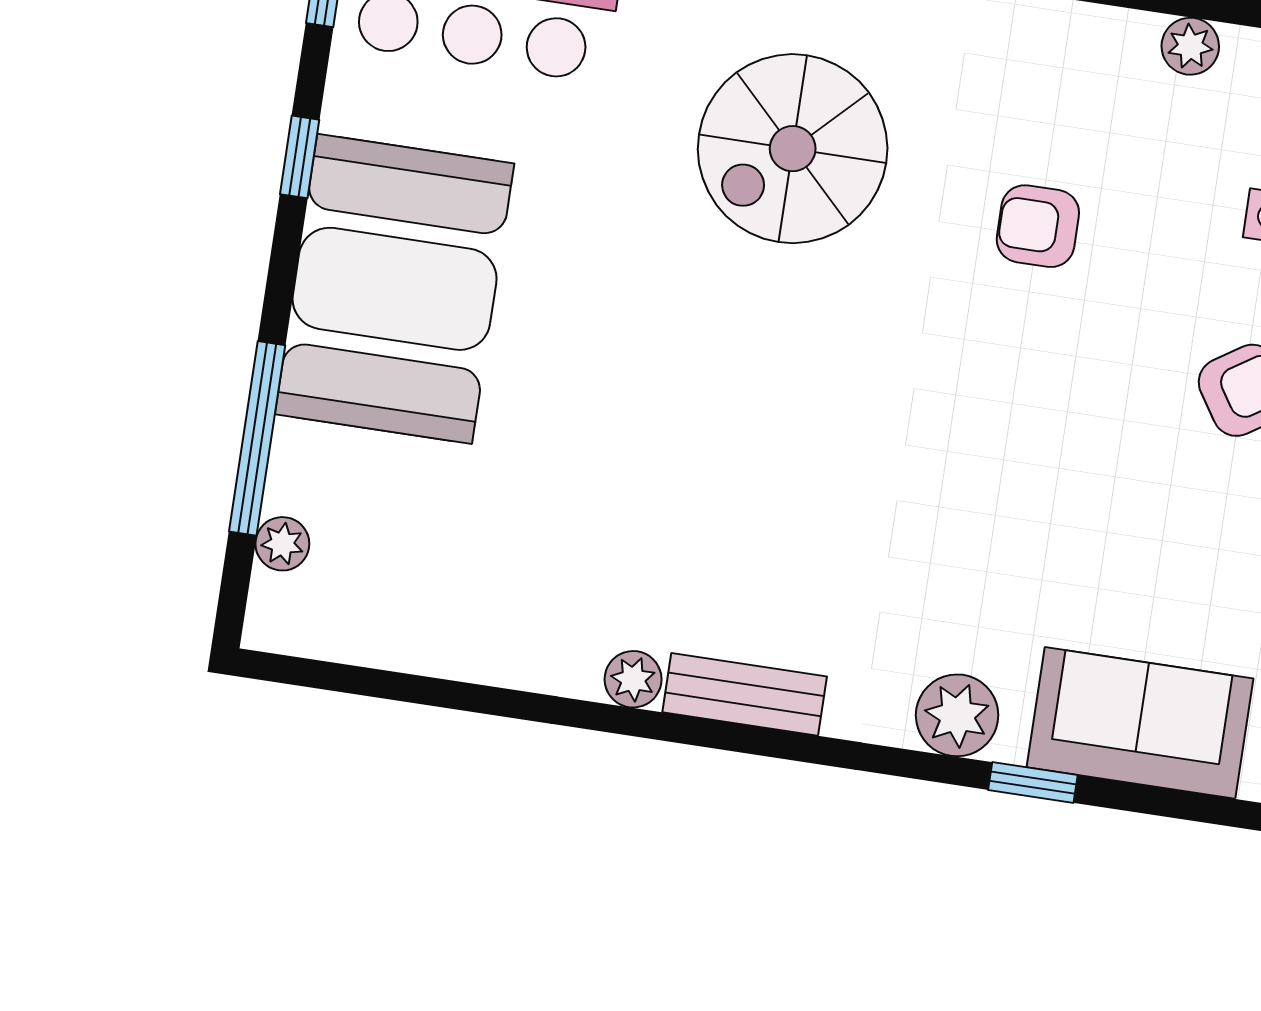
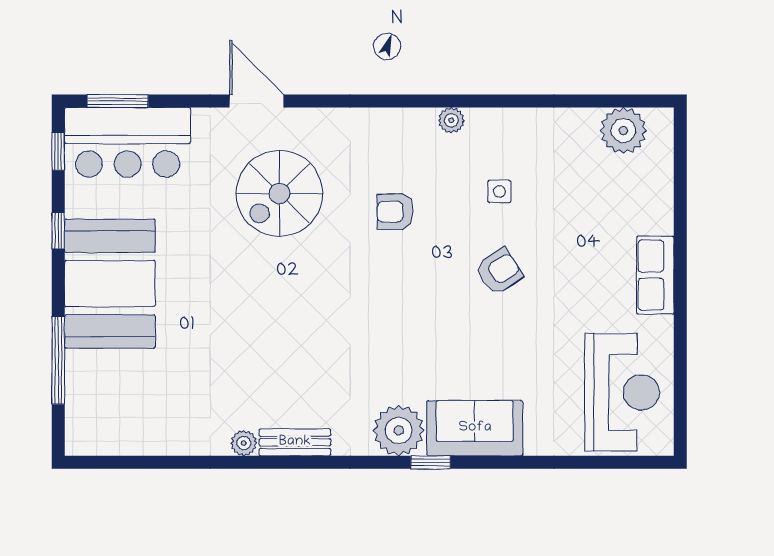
plant: (282, 544) -> (77, 406), removed
plant: (957, 715) -> (399, 430), width x1.36, depth x1.36

